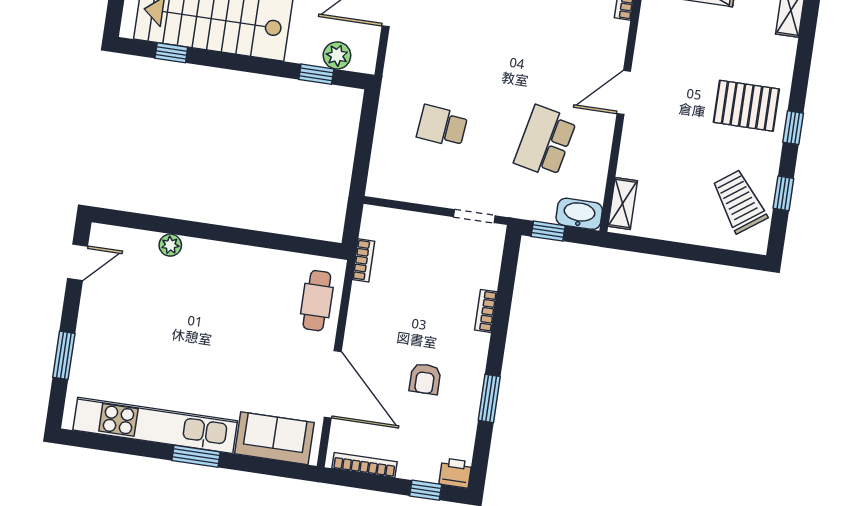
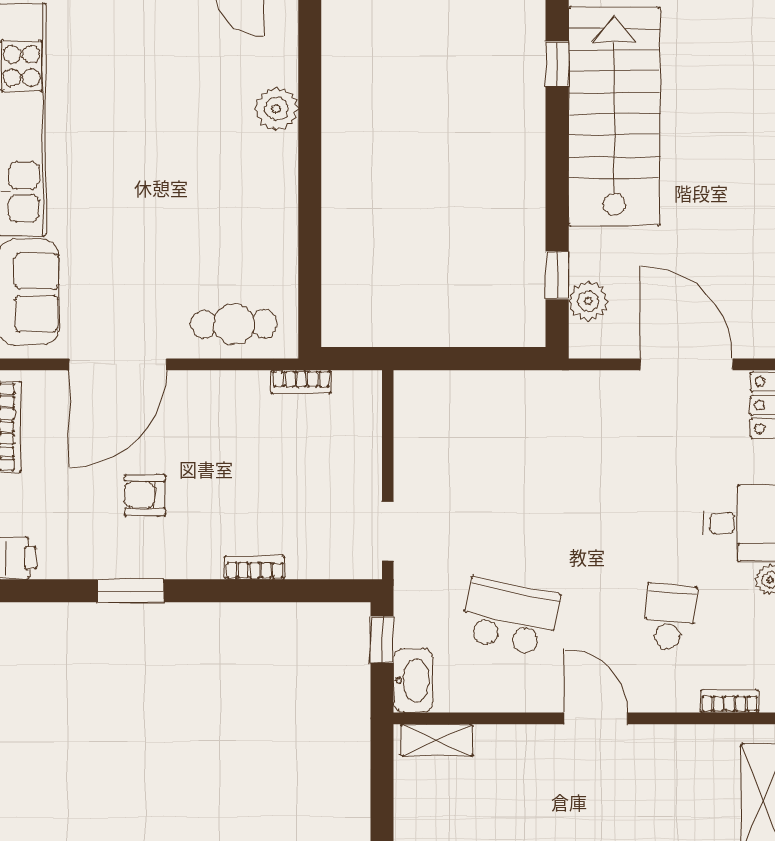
school desk: (442, 126) -> (670, 617), moved
plant: (170, 245) -> (276, 109), width x1.38, depth x1.38

